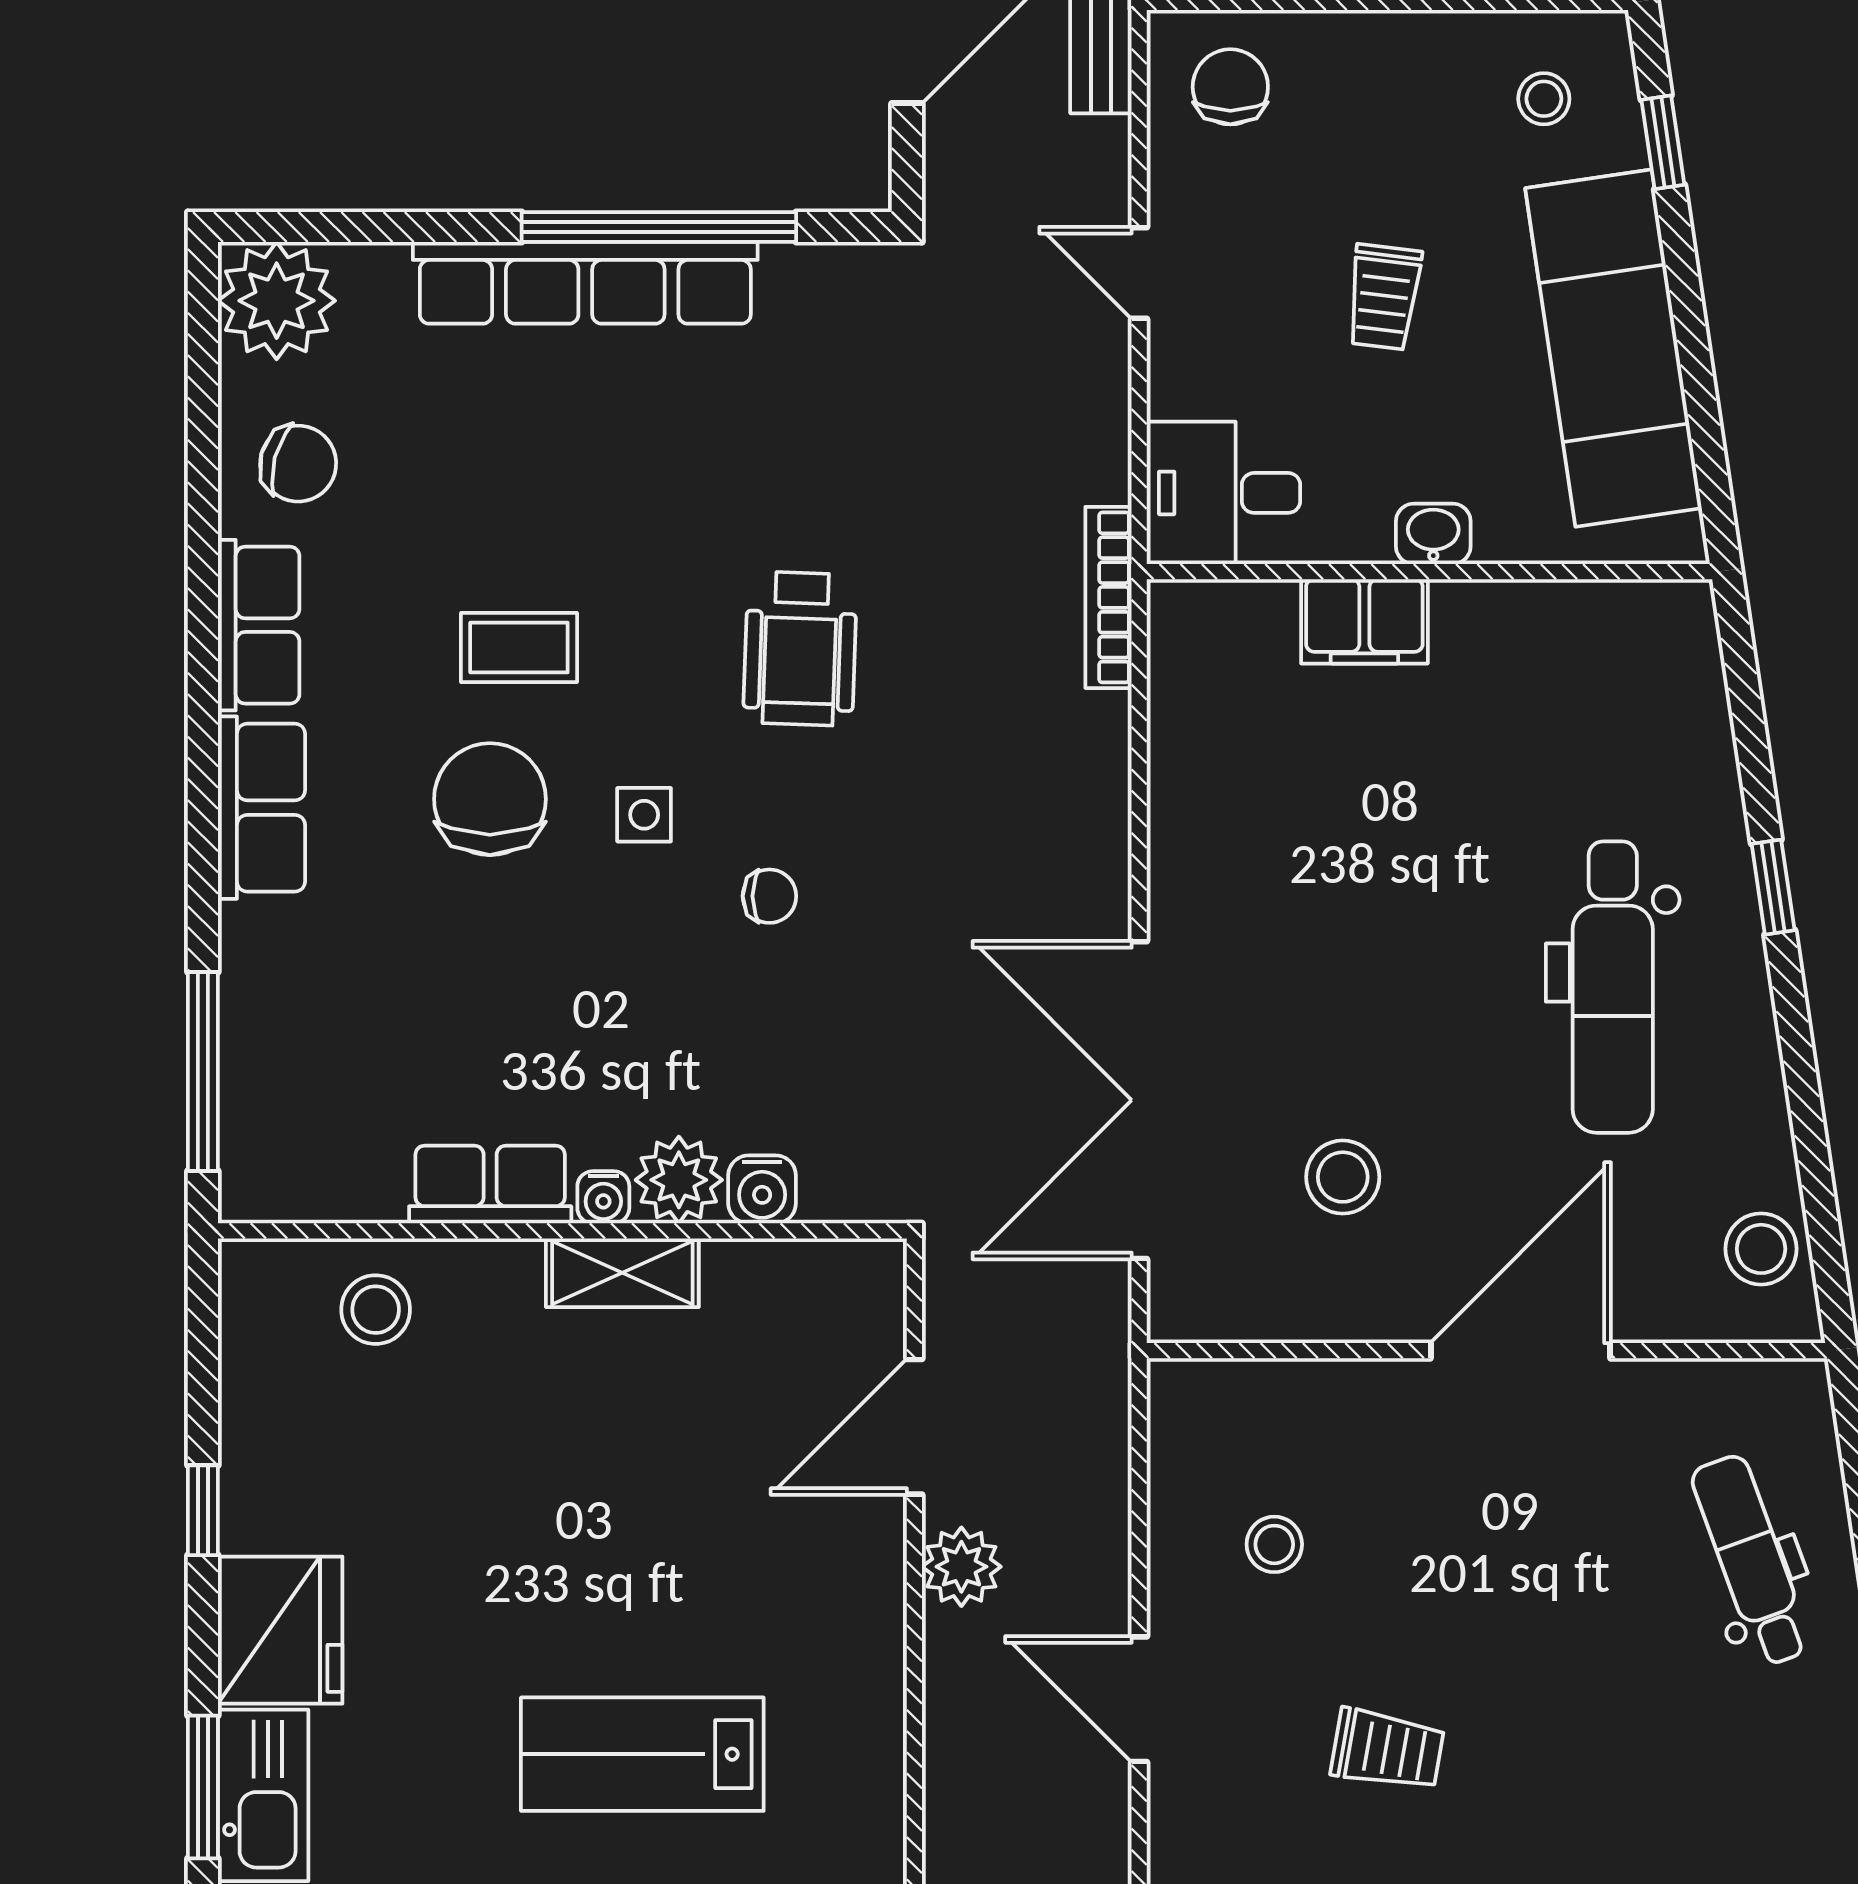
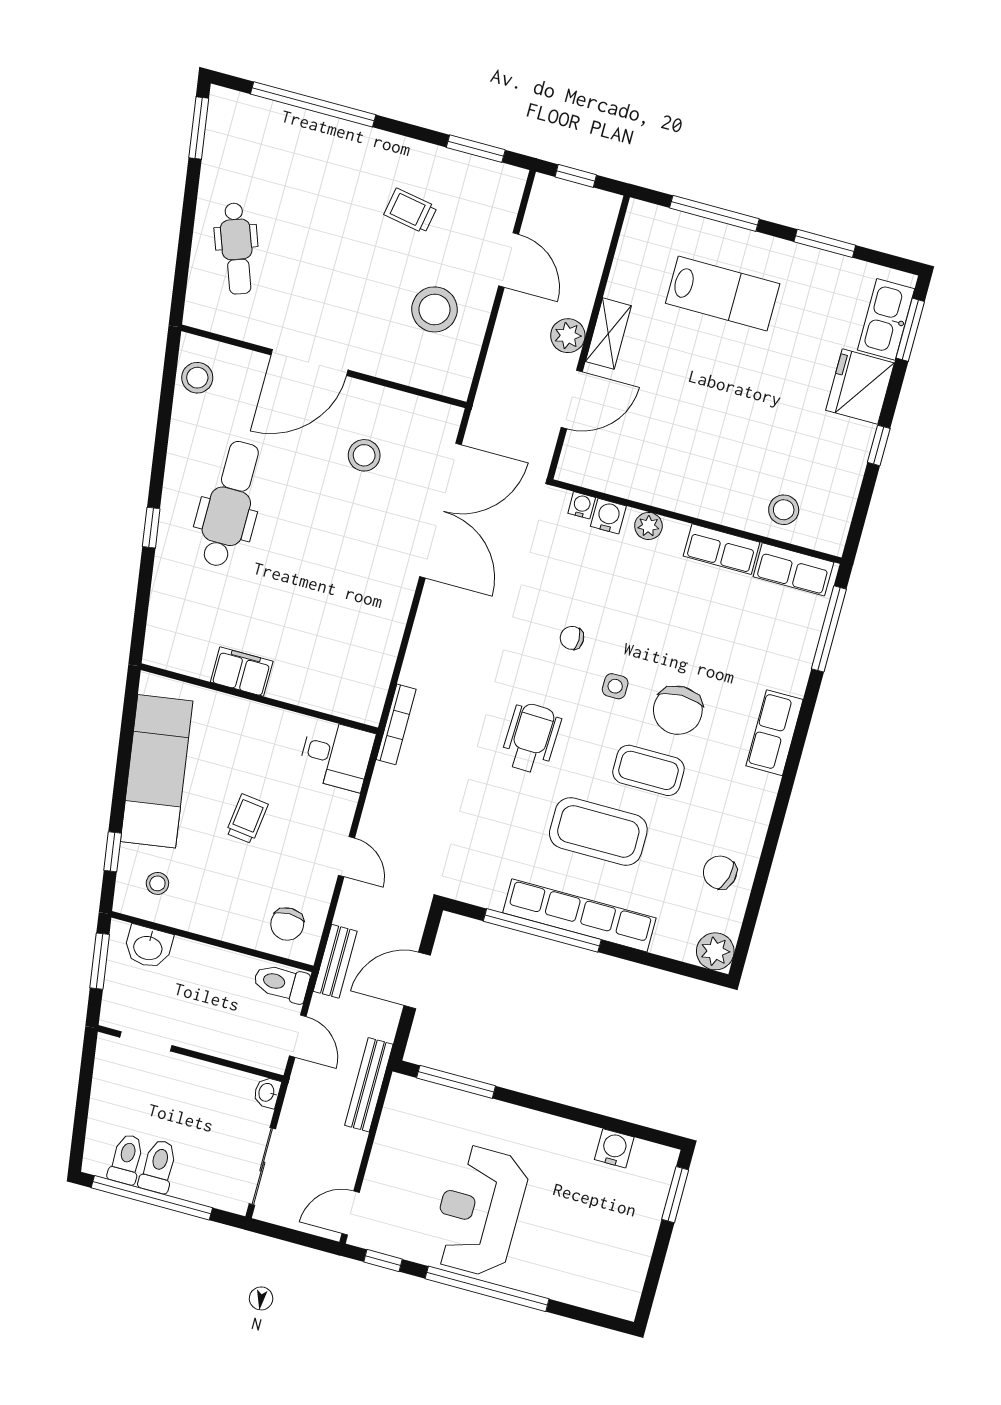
plant: (277, 301) -> (715, 951), width x0.73, depth x0.73
coffee table: (594, 481) -> (598, 831), added
washbasin: (1433, 534) -> (253, 714), removed
filing cabinet: (1364, 621) -> (242, 672), moved
row of seats: (259, 625) -> (793, 569), moved, turned -90
coffee table: (519, 648) -> (648, 770), width x1.36, depth x1.30
plant: (679, 1180) -> (648, 526), width x0.73, depth x0.73
water cooler: (603, 1197) -> (582, 505), moved
shelving: (622, 1273) -> (608, 334), moved, turned 90
stool: (1274, 1544) -> (434, 309), width x1.89, depth x1.89

